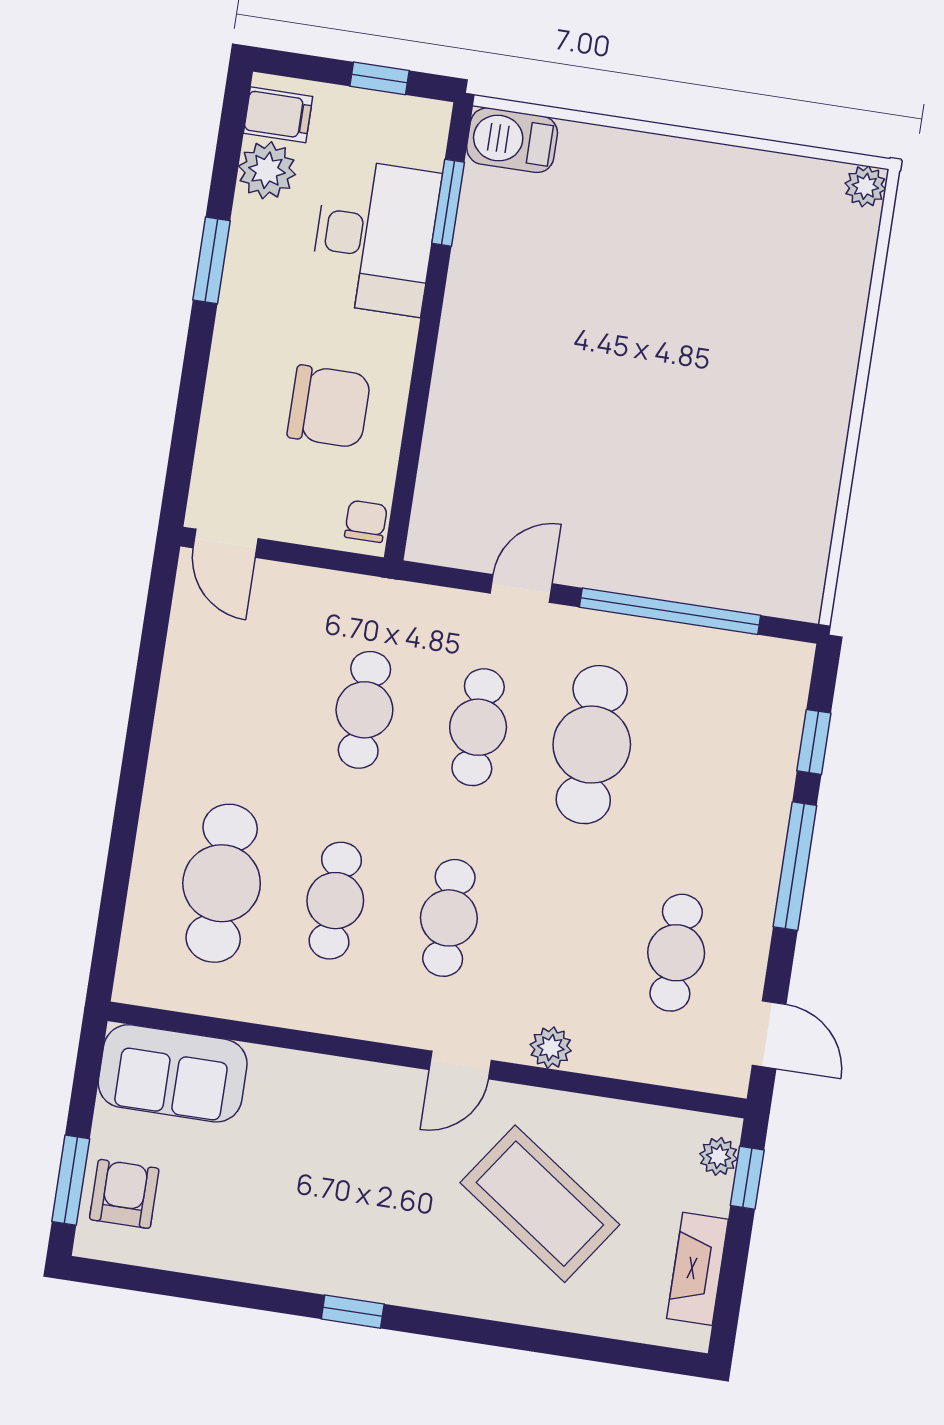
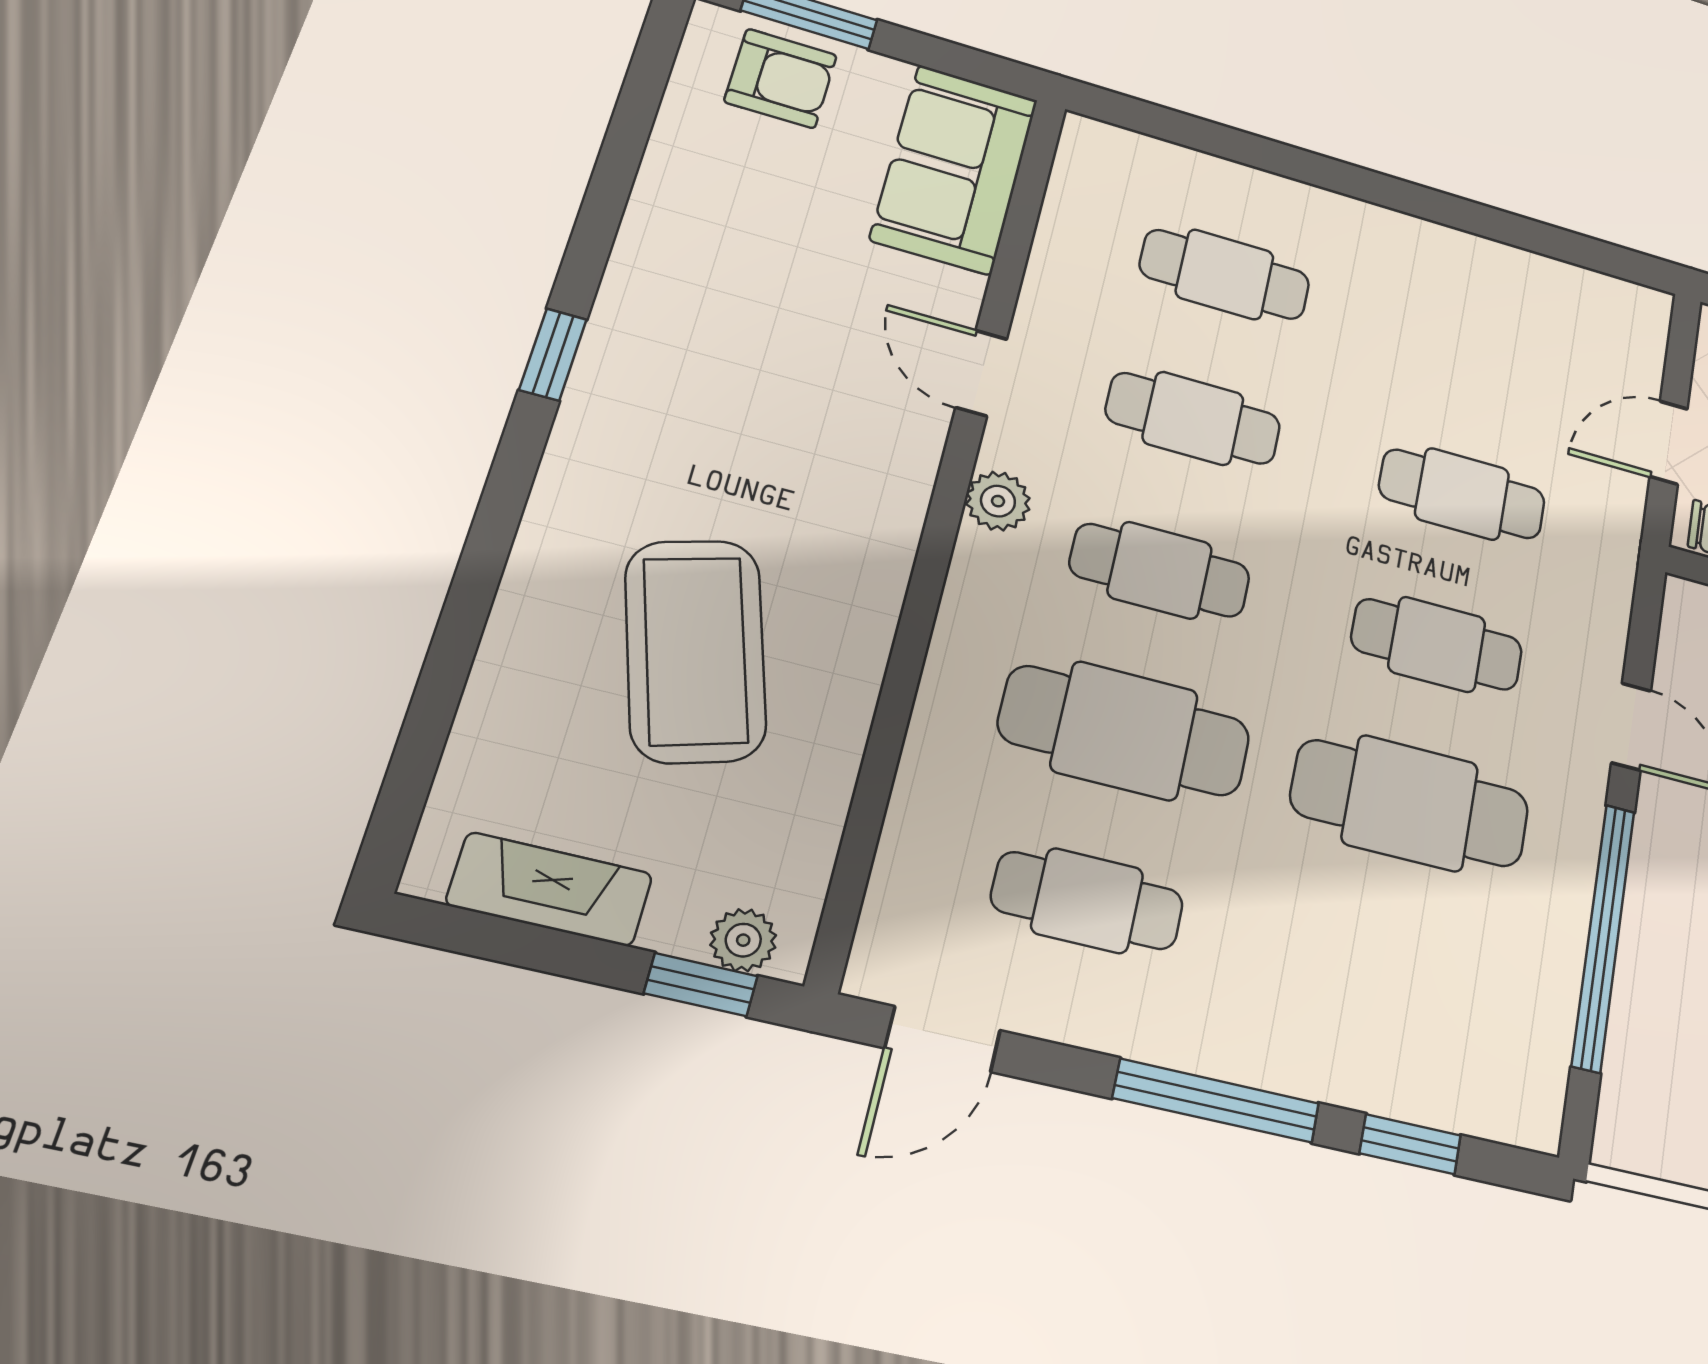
door: (226, 543) -> (1669, 443), moved
cafe table: (222, 883) -> (1225, 274), width x0.73, depth x0.74
cafe table: (563, 935) -> (1125, 731), added
plant: (551, 1048) -> (998, 501), moved
door: (460, 1065) -> (981, 373), moved
coffee table: (540, 1204) -> (696, 651), turned -52

